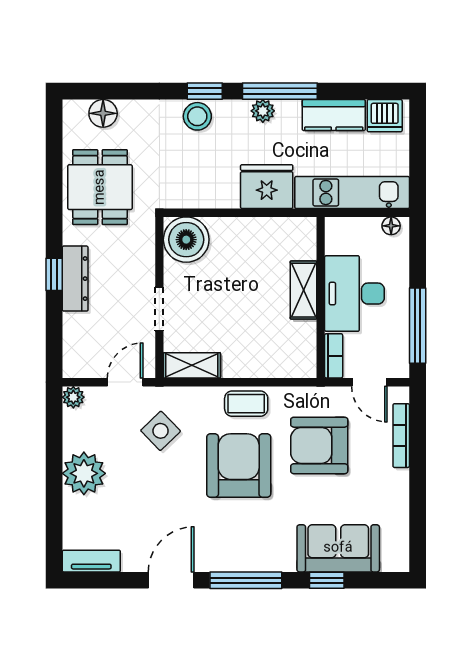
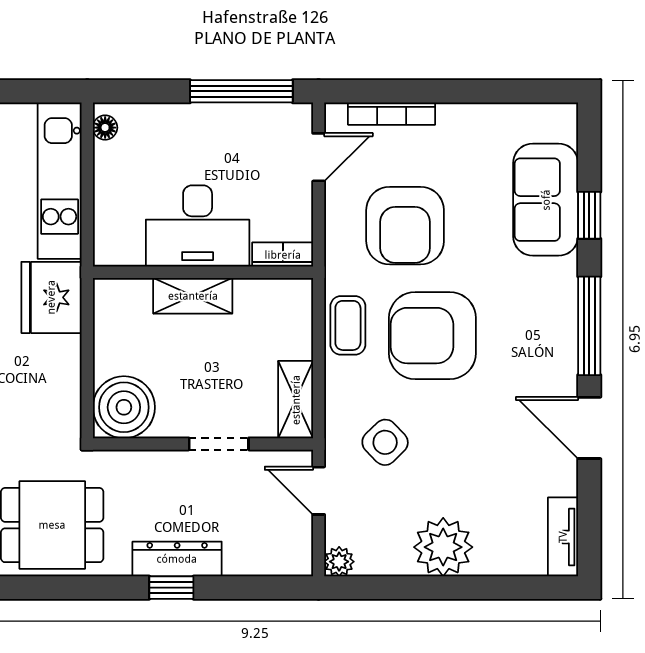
shelving: (303, 290) -> (193, 296), moved
desk: (354, 294) -> (198, 226), moved
wall: (321, 297) -> (203, 272), moved
bookcase: (334, 356) -> (283, 255), moved

